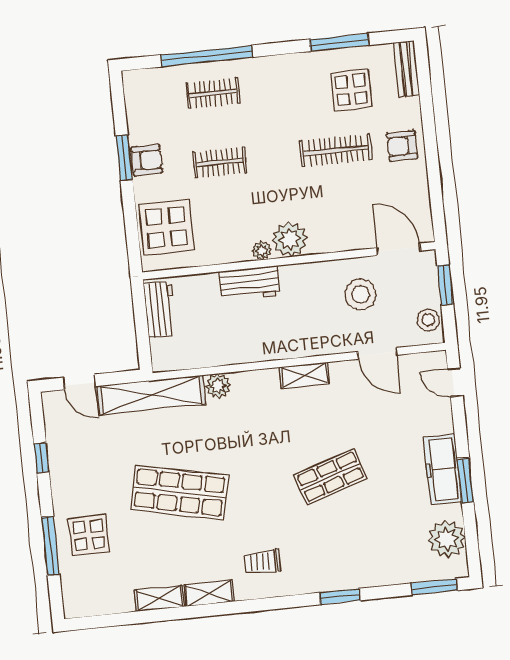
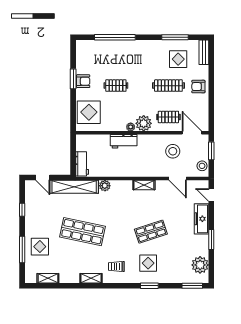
clothes rail: (213, 93) -> (168, 117), moved
workbench: (160, 309) -> (82, 164), moved
freezer: (443, 469) -> (201, 219), moved
display table: (332, 547) -> (148, 263), added
shelving: (159, 598) -> (48, 278), moved

